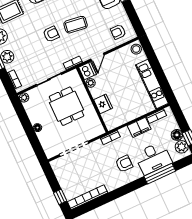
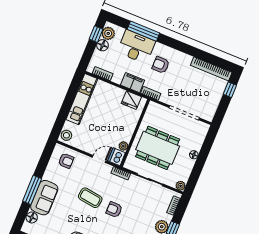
fridge: (103, 104) -> (131, 100), moved, turned -90
dining table: (66, 106) -> (158, 148), width x1.37
filing cabinet: (139, 127) -> (133, 83), moved

